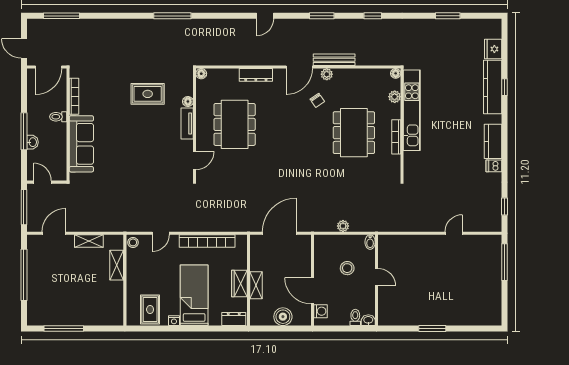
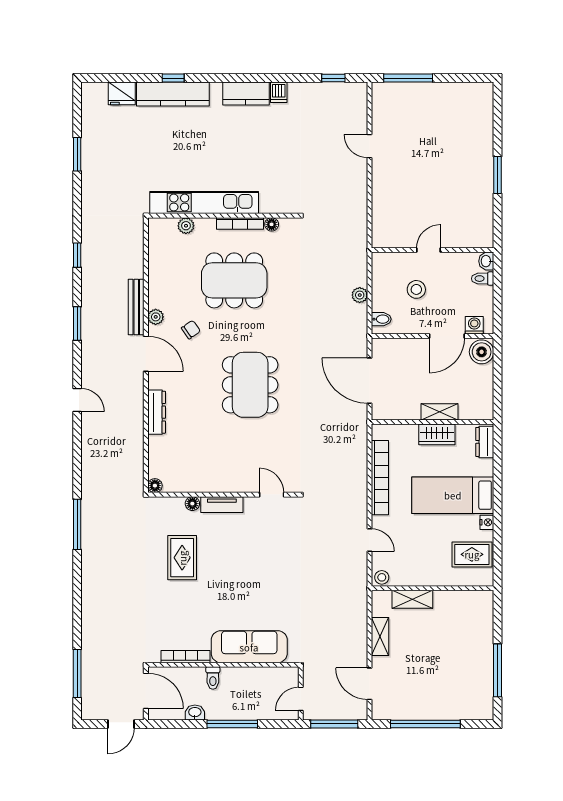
floor lamp: (396, 73) -> (272, 224), moved
dining table: (235, 124) -> (250, 385), moved, turned 90
washbasin: (32, 142) -> (195, 712), moved
bidet: (370, 242) -> (381, 319), moved
boiler: (283, 317) -> (482, 352), moved

